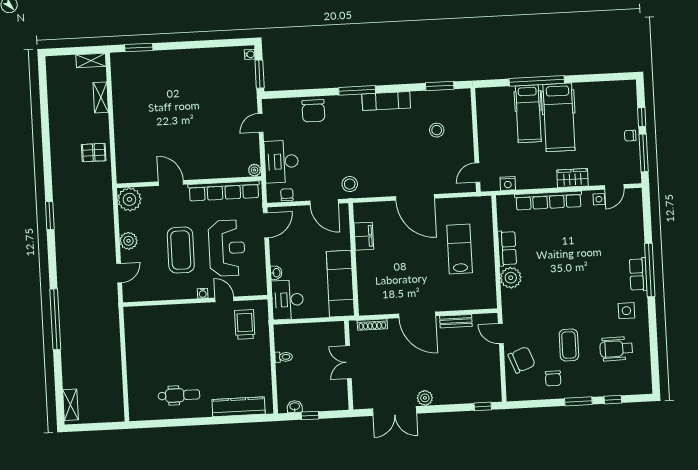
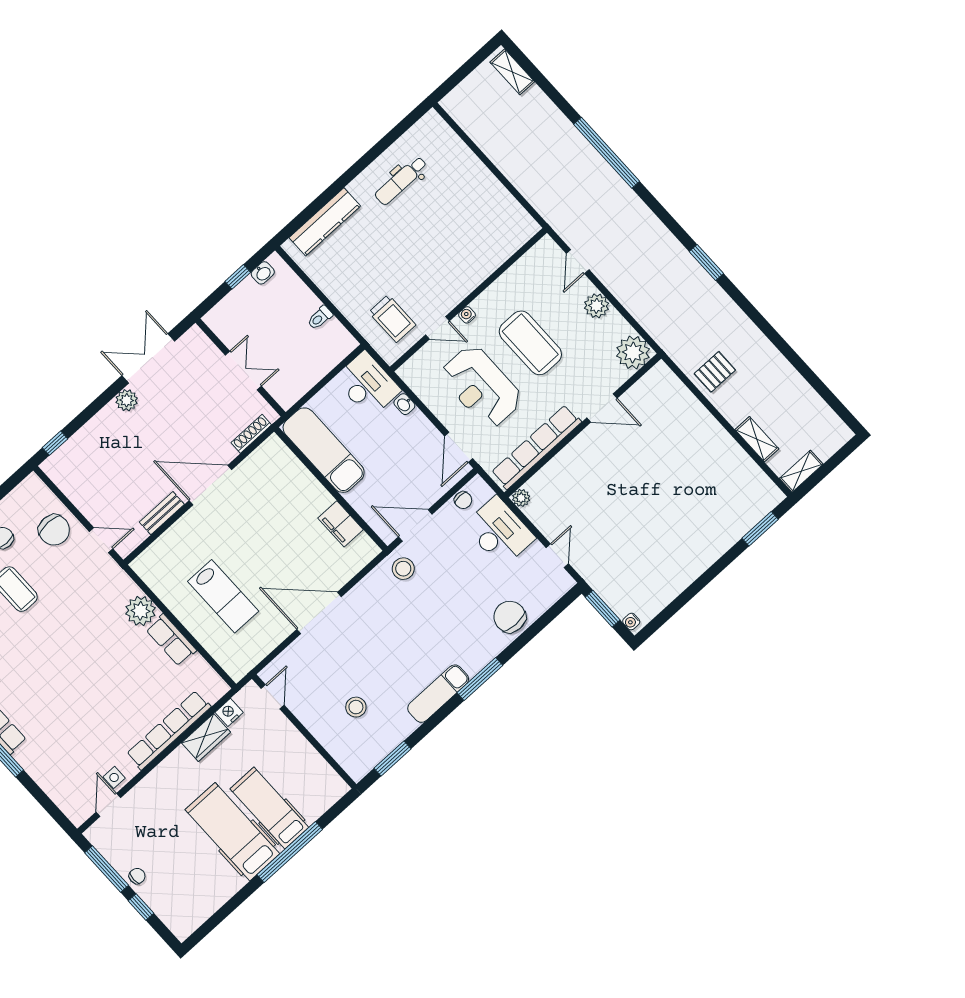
wardrobe: (573, 178) -> (206, 737), moved
chair: (522, 360) -> (54, 530), turned -69

